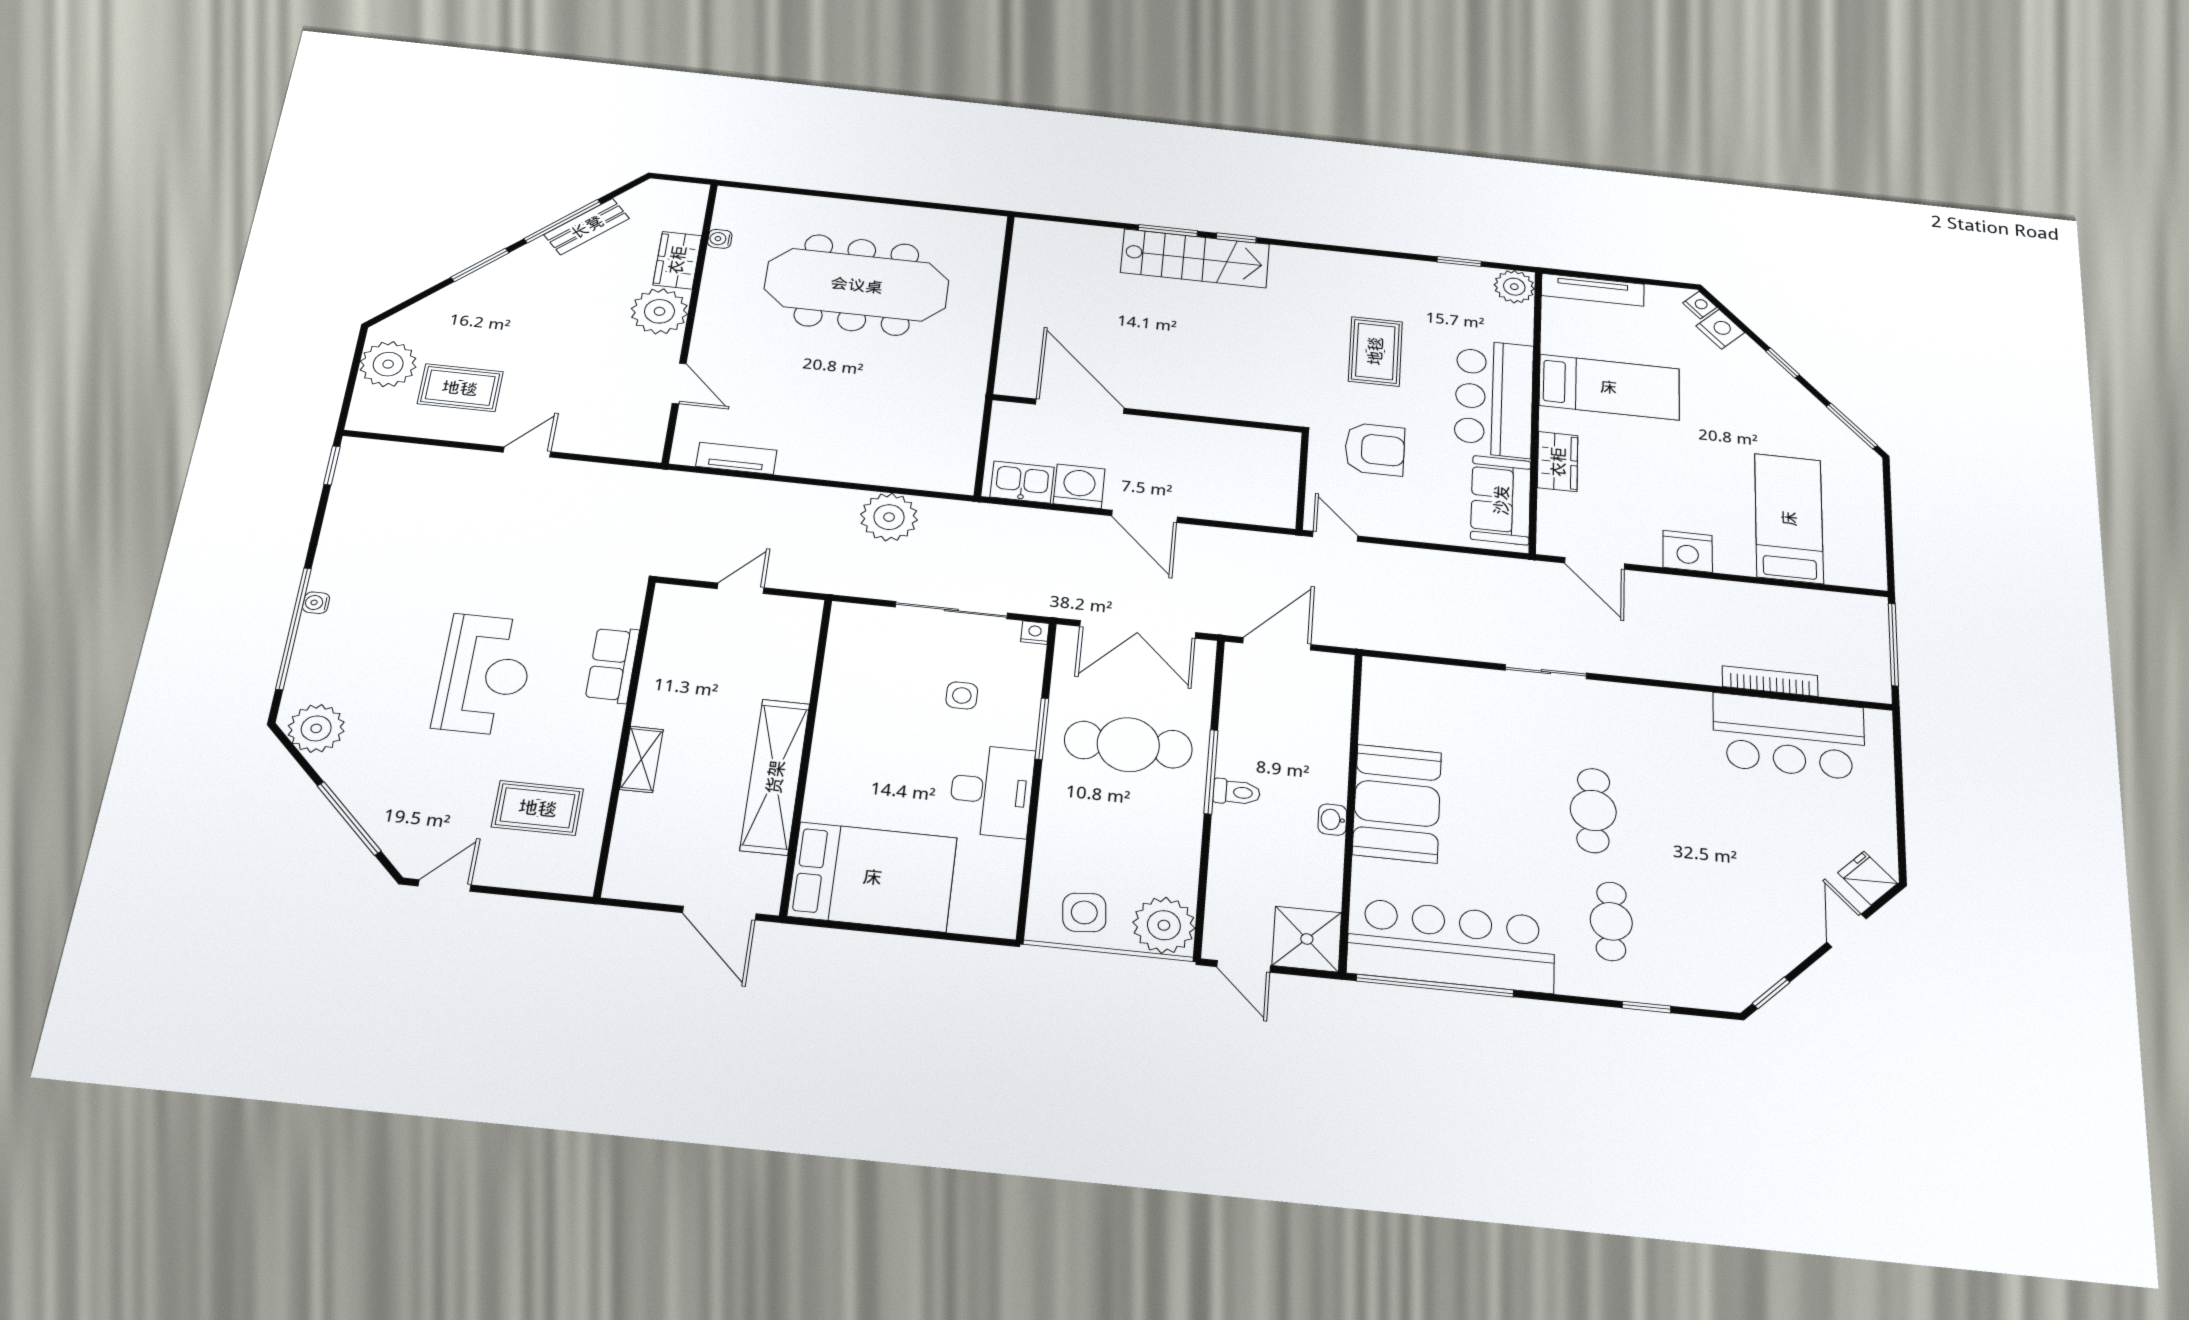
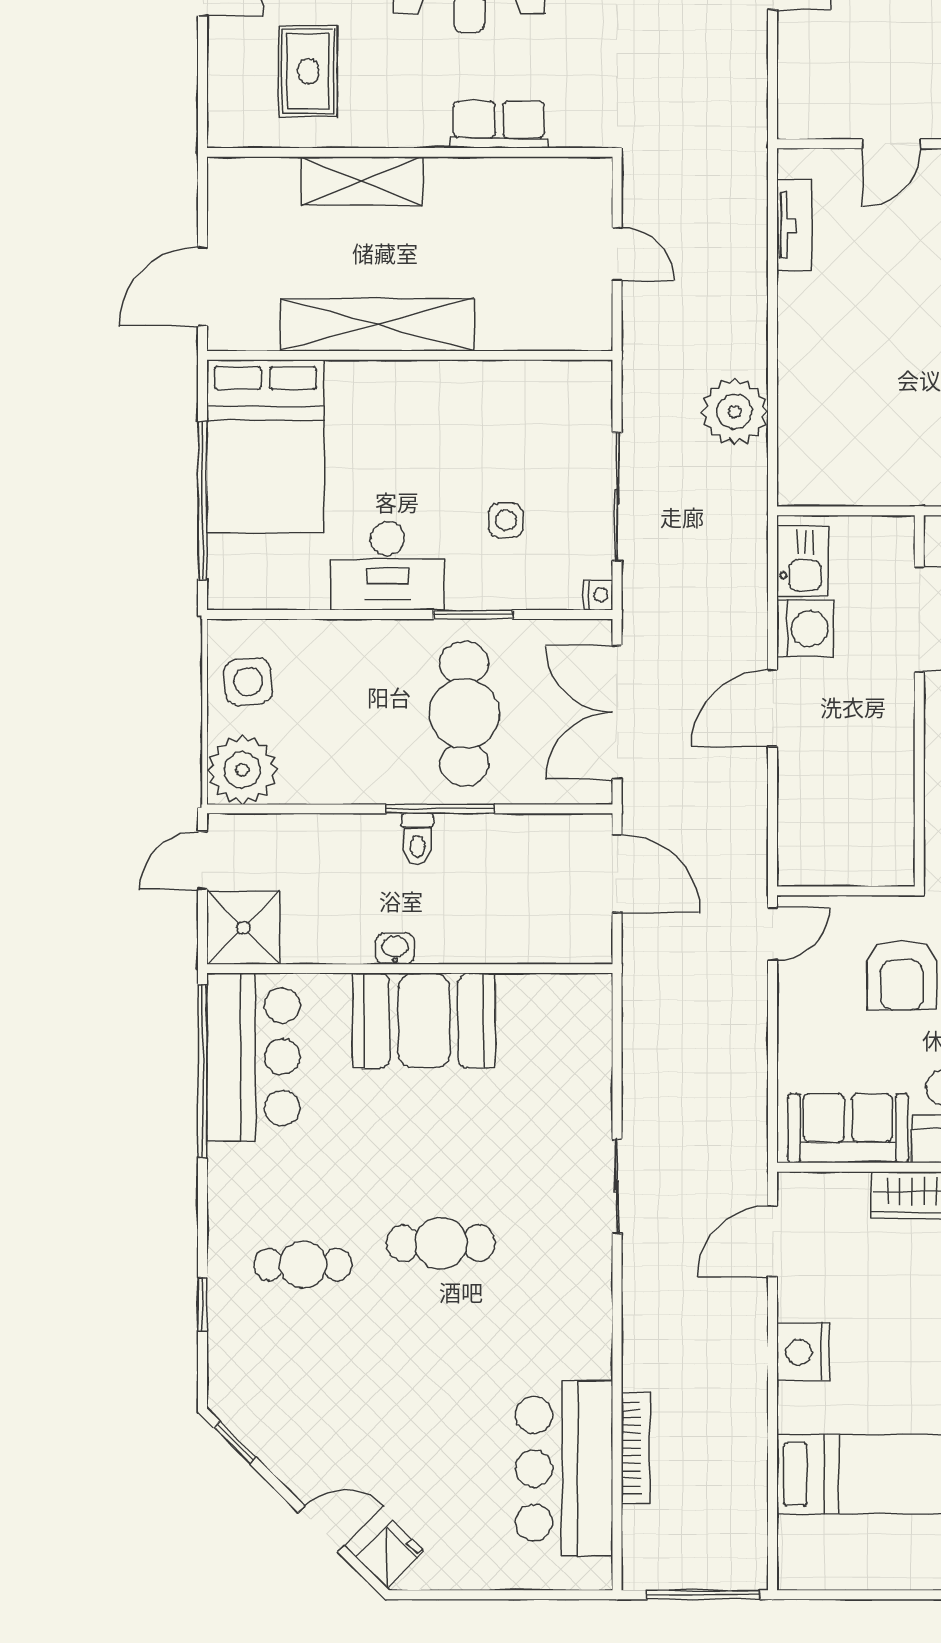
shelving: (641, 759) -> (362, 181), width x1.50, depth x1.33
window: (915, 933) -> (202, 501), added
bar counter: (1451, 945) -> (253, 1057), width x0.73

